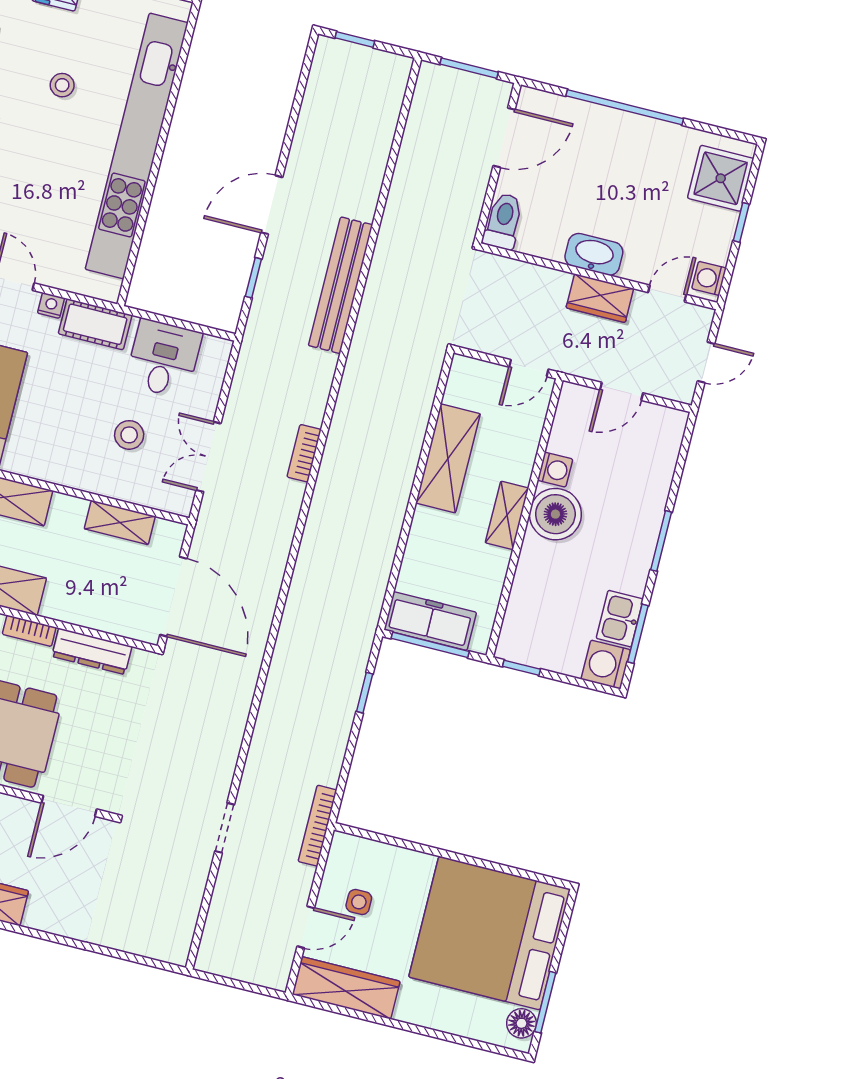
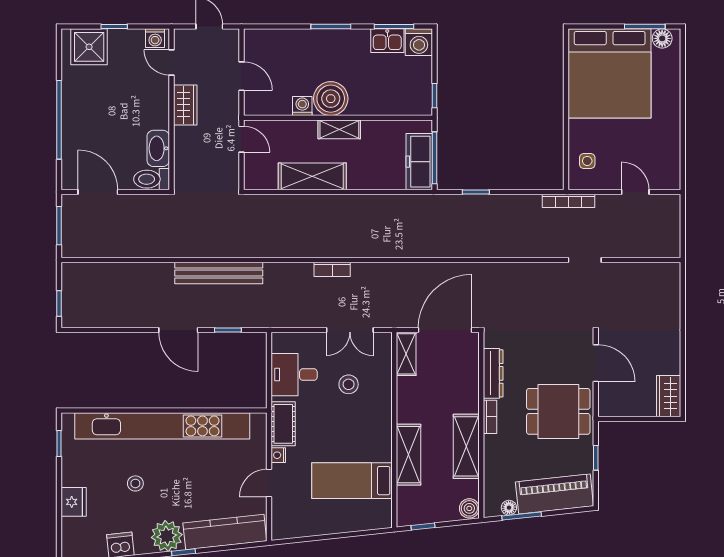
washbasin: (594, 254) -> (158, 148), moved
shelving: (120, 523) -> (406, 354), moved
side table: (359, 902) -> (587, 161), moved
wardrobe: (346, 988) -> (668, 156), removed

